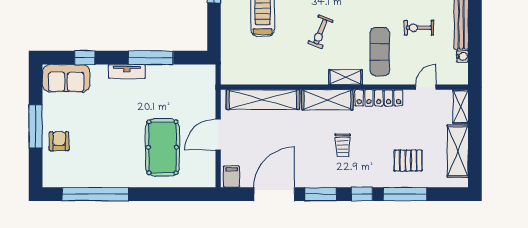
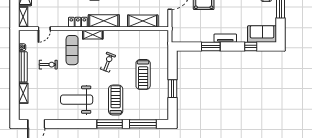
window: (151, 58) -> (211, 46), width x0.69
locker: (379, 98) -> (78, 22), width x0.66
shelving: (263, 100) -> (143, 21), width x0.68

